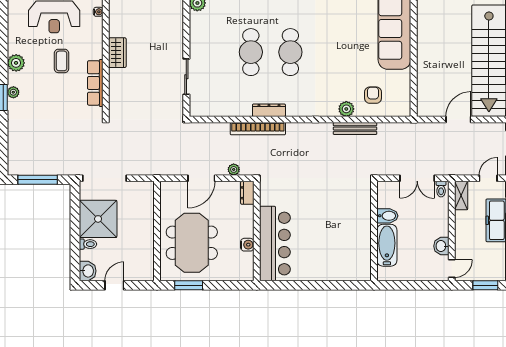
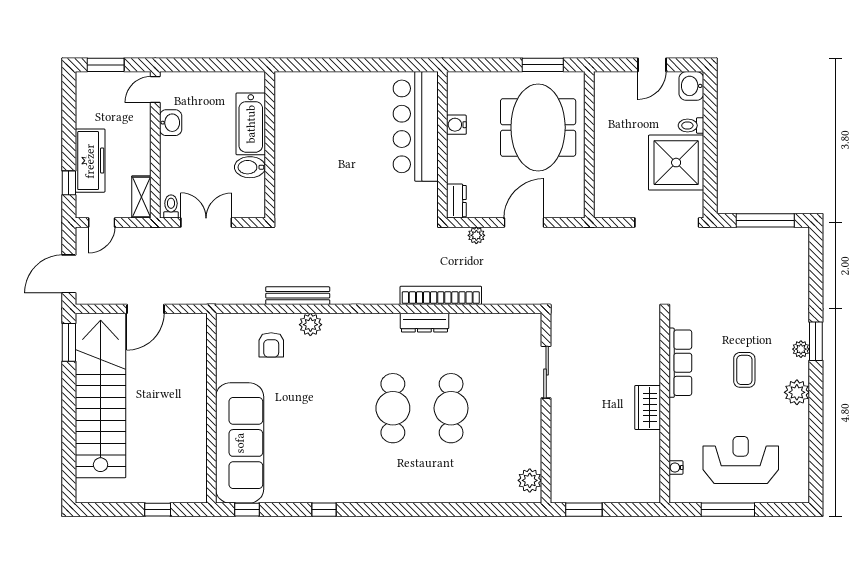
coffee table: (62, 61) -> (744, 370), moved

